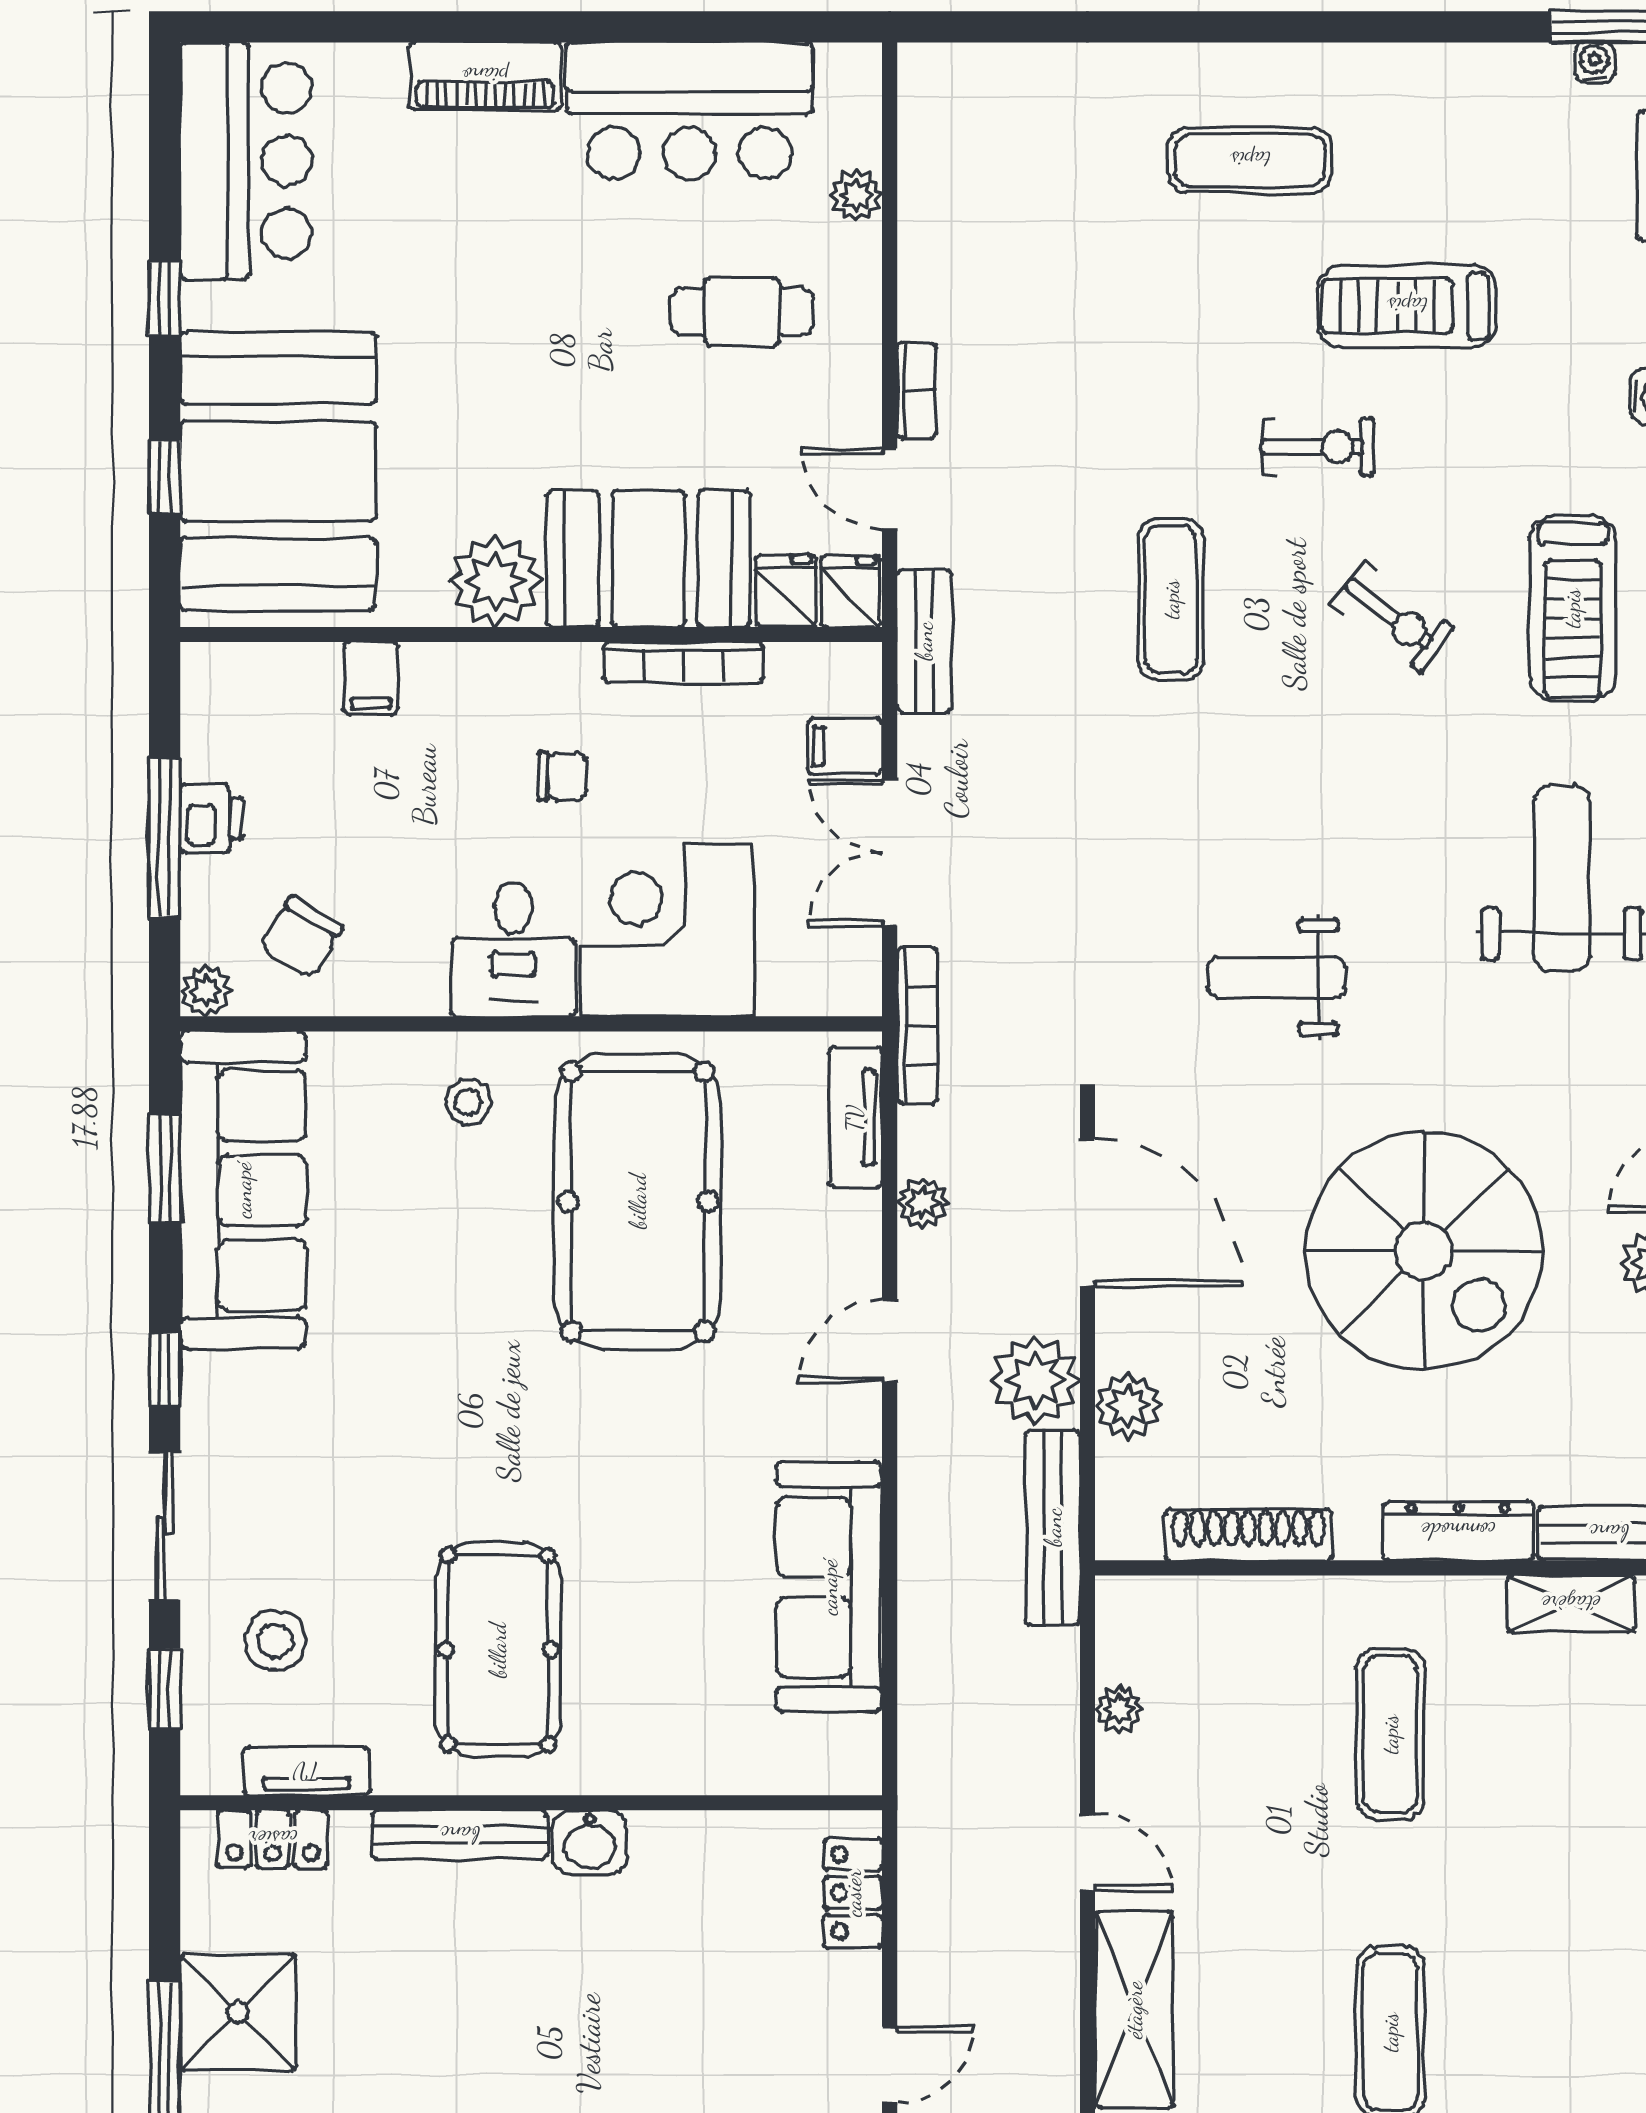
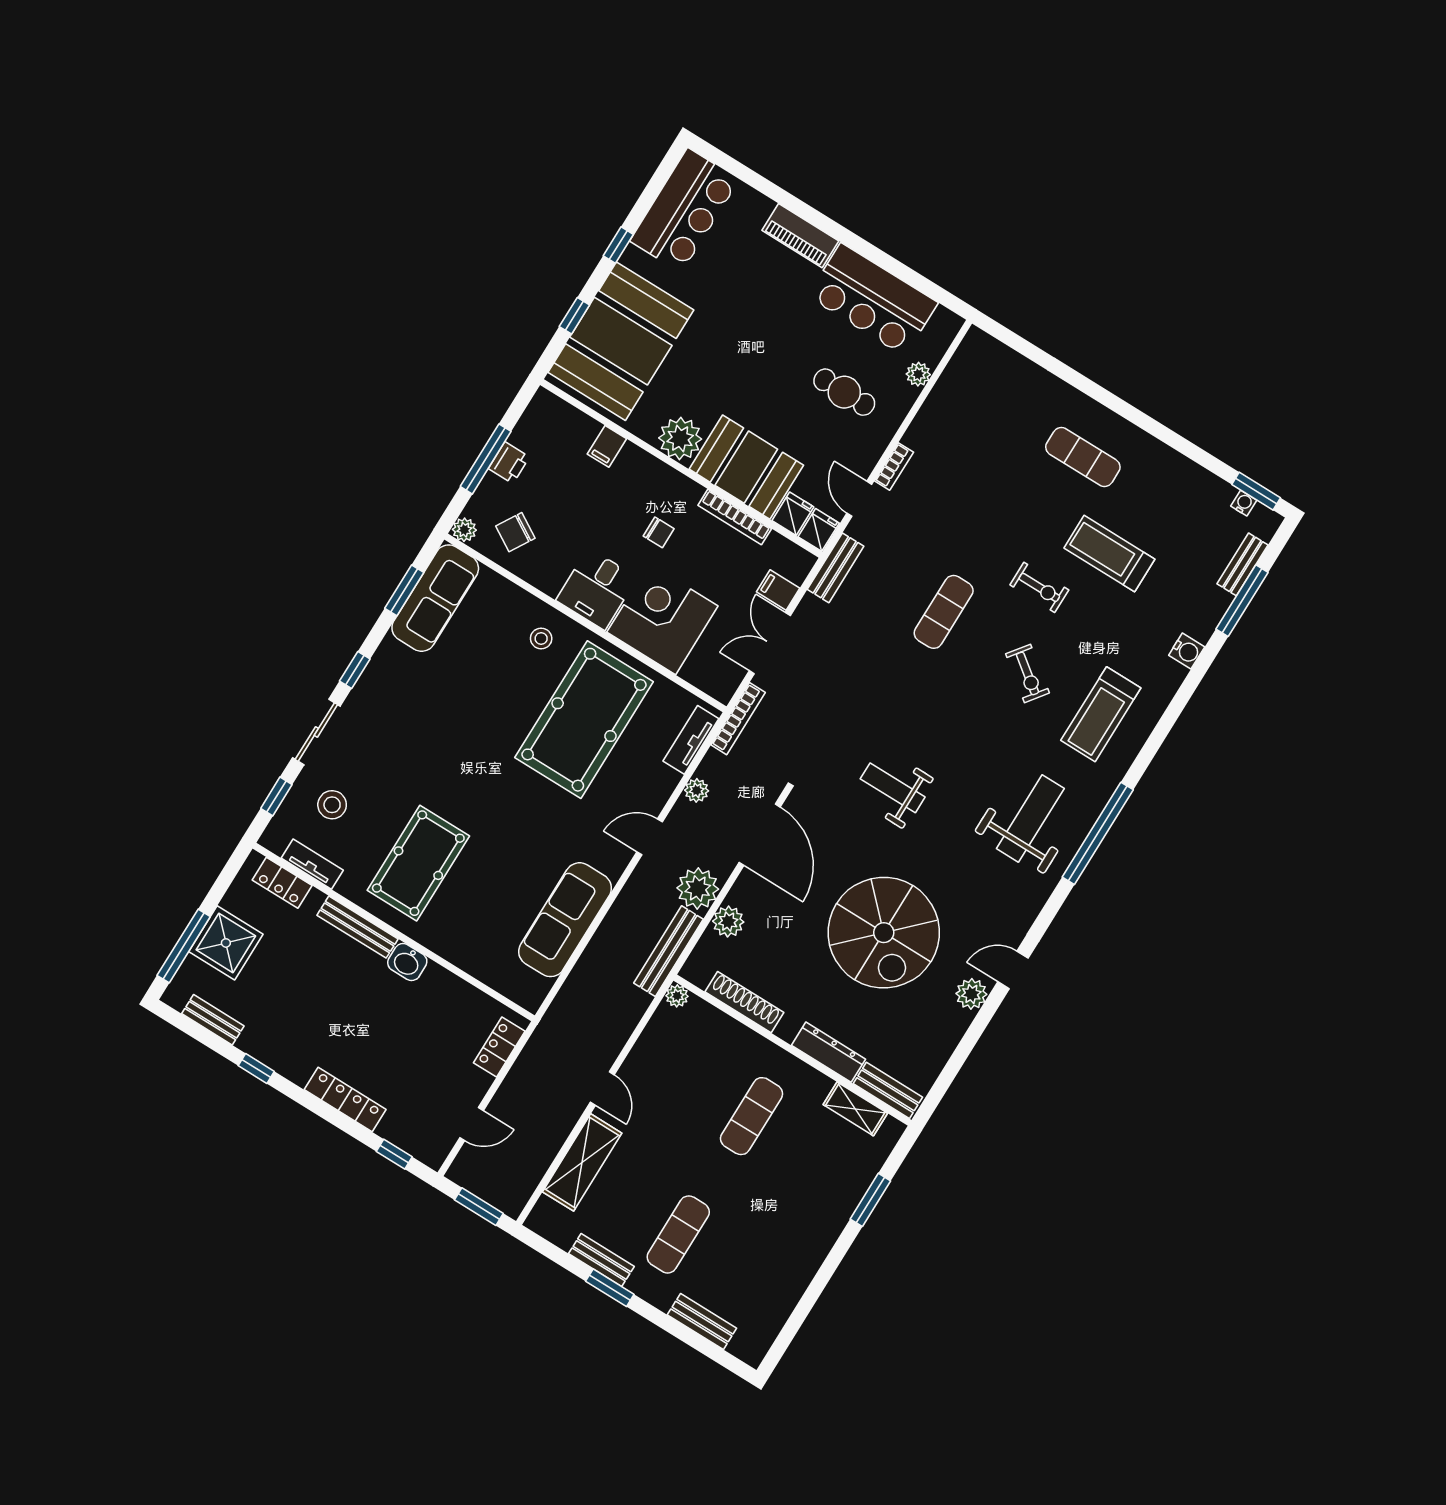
sofa: (243, 1190) -> (435, 598), width x0.74, depth x0.79
plant: (1119, 1709) -> (677, 996), moved

